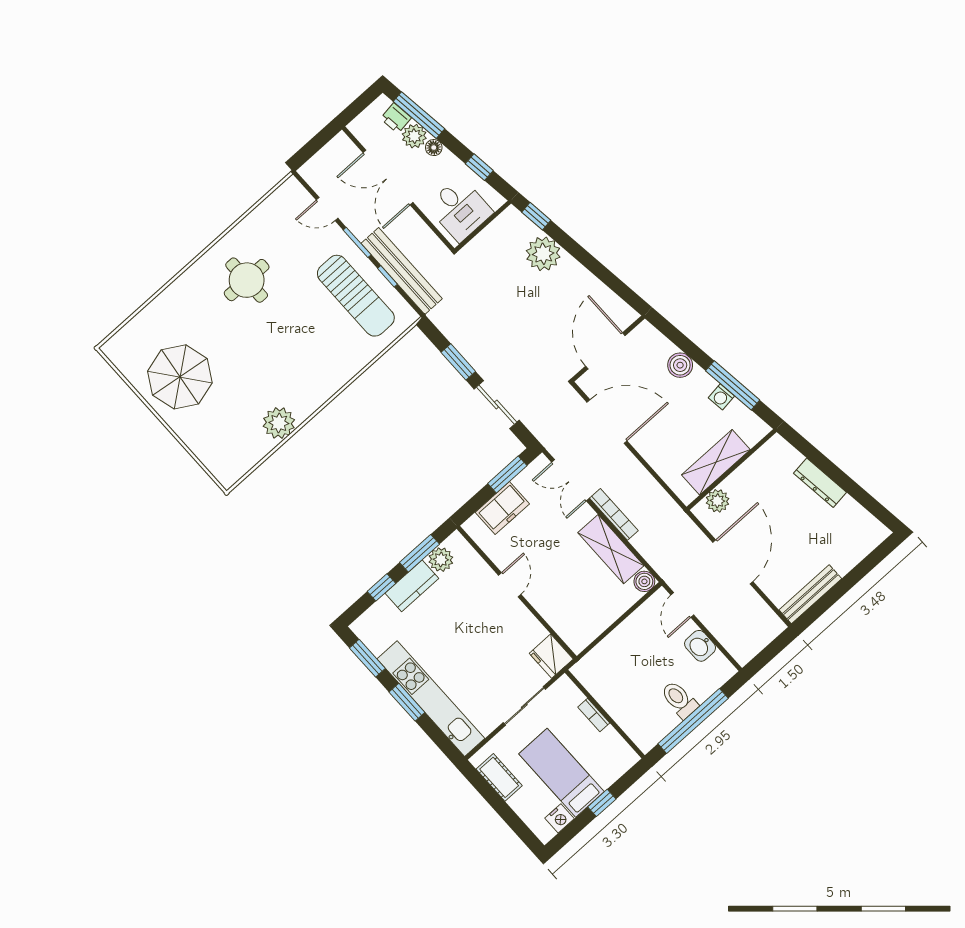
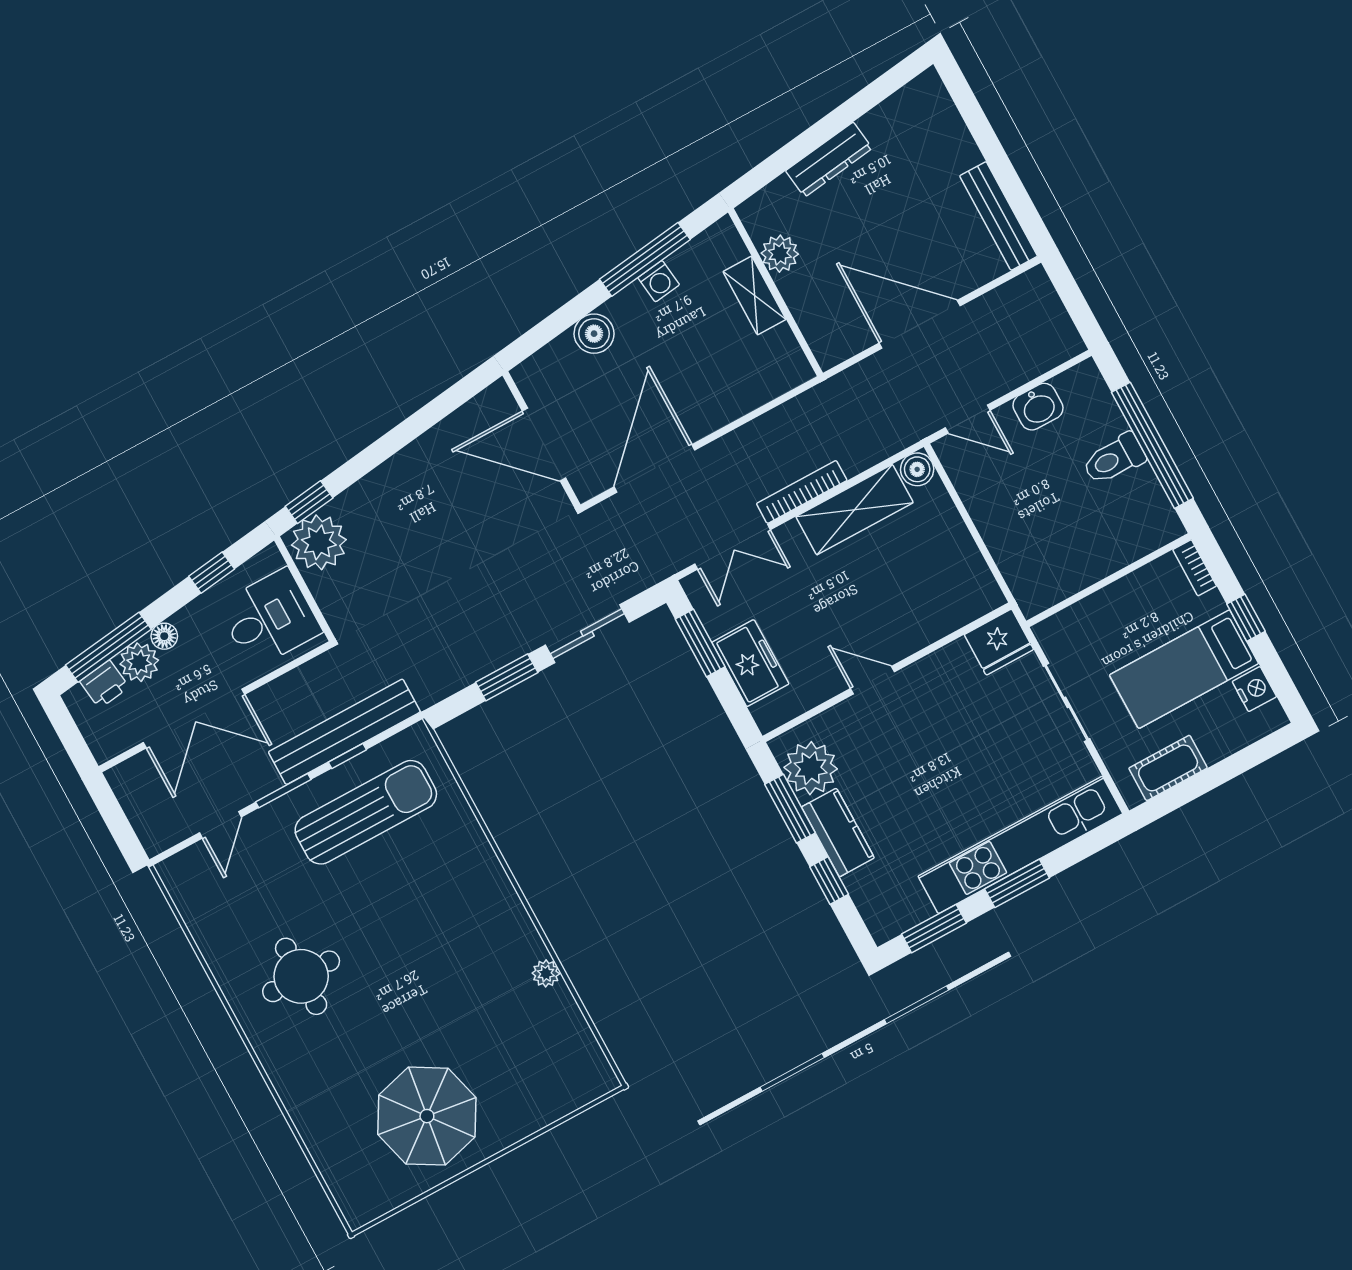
plant: (543, 254) -> (319, 542), moved
plant: (279, 423) -> (546, 973), width x0.53, depth x0.53
shelving: (716, 462) -> (755, 295), width x0.67, depth x0.75
plant: (717, 501) -> (780, 254), moved
plant: (441, 560) -> (811, 768), width x1.36, depth x1.36
bookcase: (594, 715) -> (1195, 568), moved, turned 90

